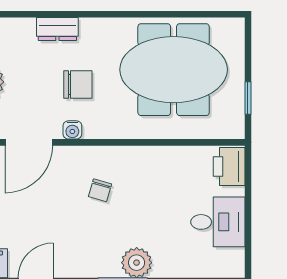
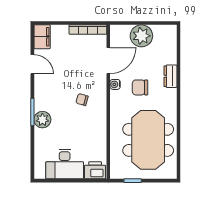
chair: (78, 84) -> (140, 87), turned 90
door: (29, 142) -> (108, 61), swing flipped
desk: (218, 222) -> (65, 164), width x1.37

